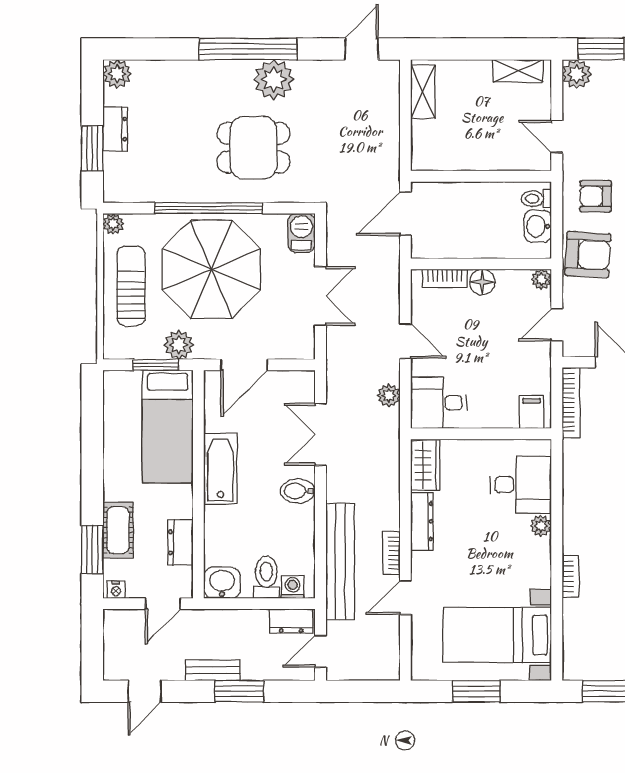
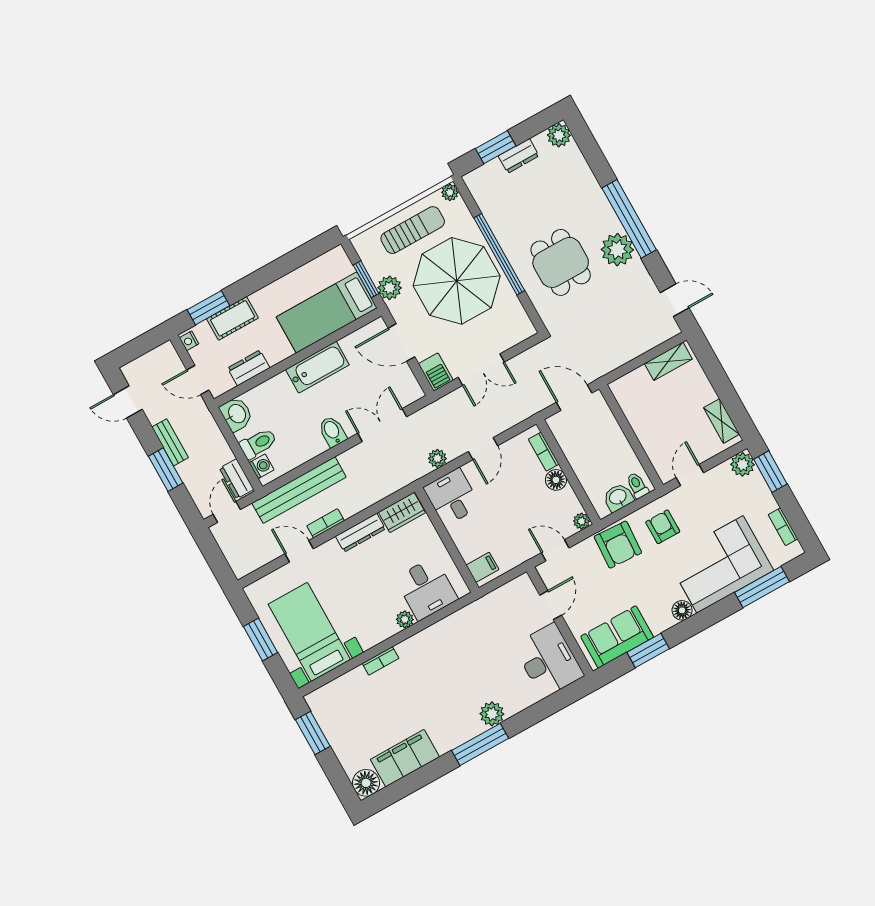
barbecue: (301, 233) -> (436, 372), moved, turned 90
bookcase: (571, 403) -> (505, 592), removed
door: (320, 651) -> (227, 512), hinge flipped

